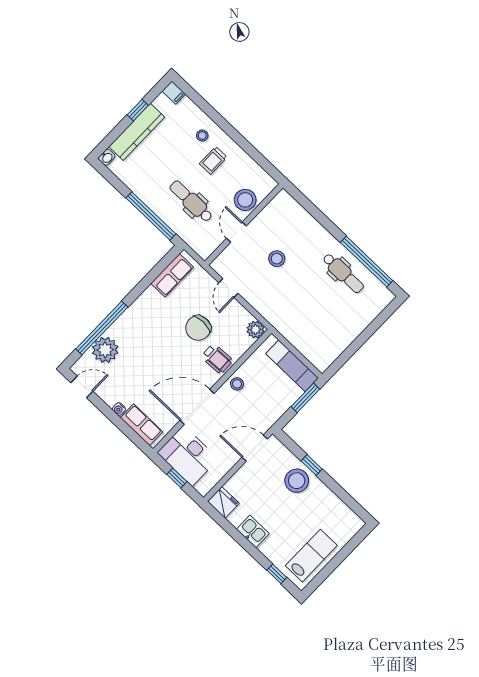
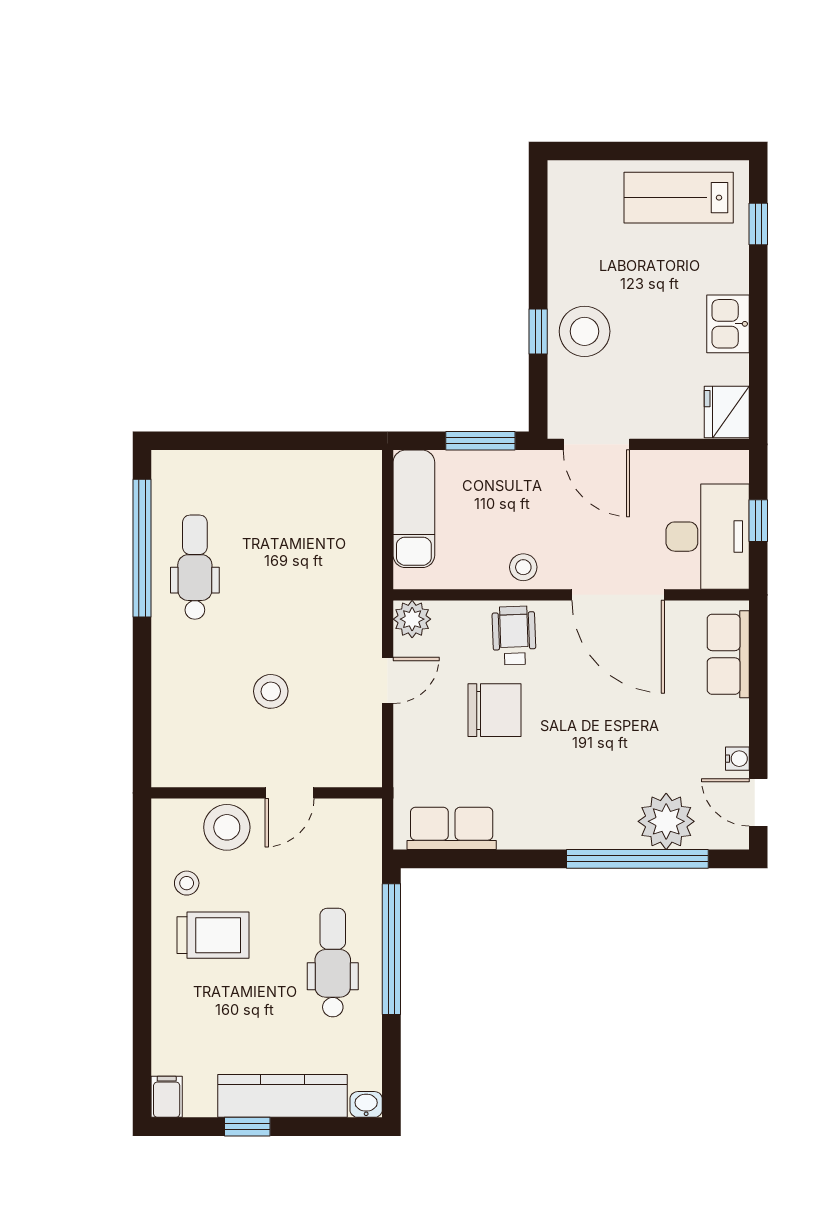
stool: (202, 136) -> (187, 883), moved
trolley: (213, 160) -> (213, 935), width x1.36, depth x1.39
dental chair: (191, 201) -> (333, 963), moved, turned 180
door: (228, 288) -> (388, 680), moved
window: (305, 398) -> (480, 441), moved
water cooler: (119, 409) -> (737, 759), moved

